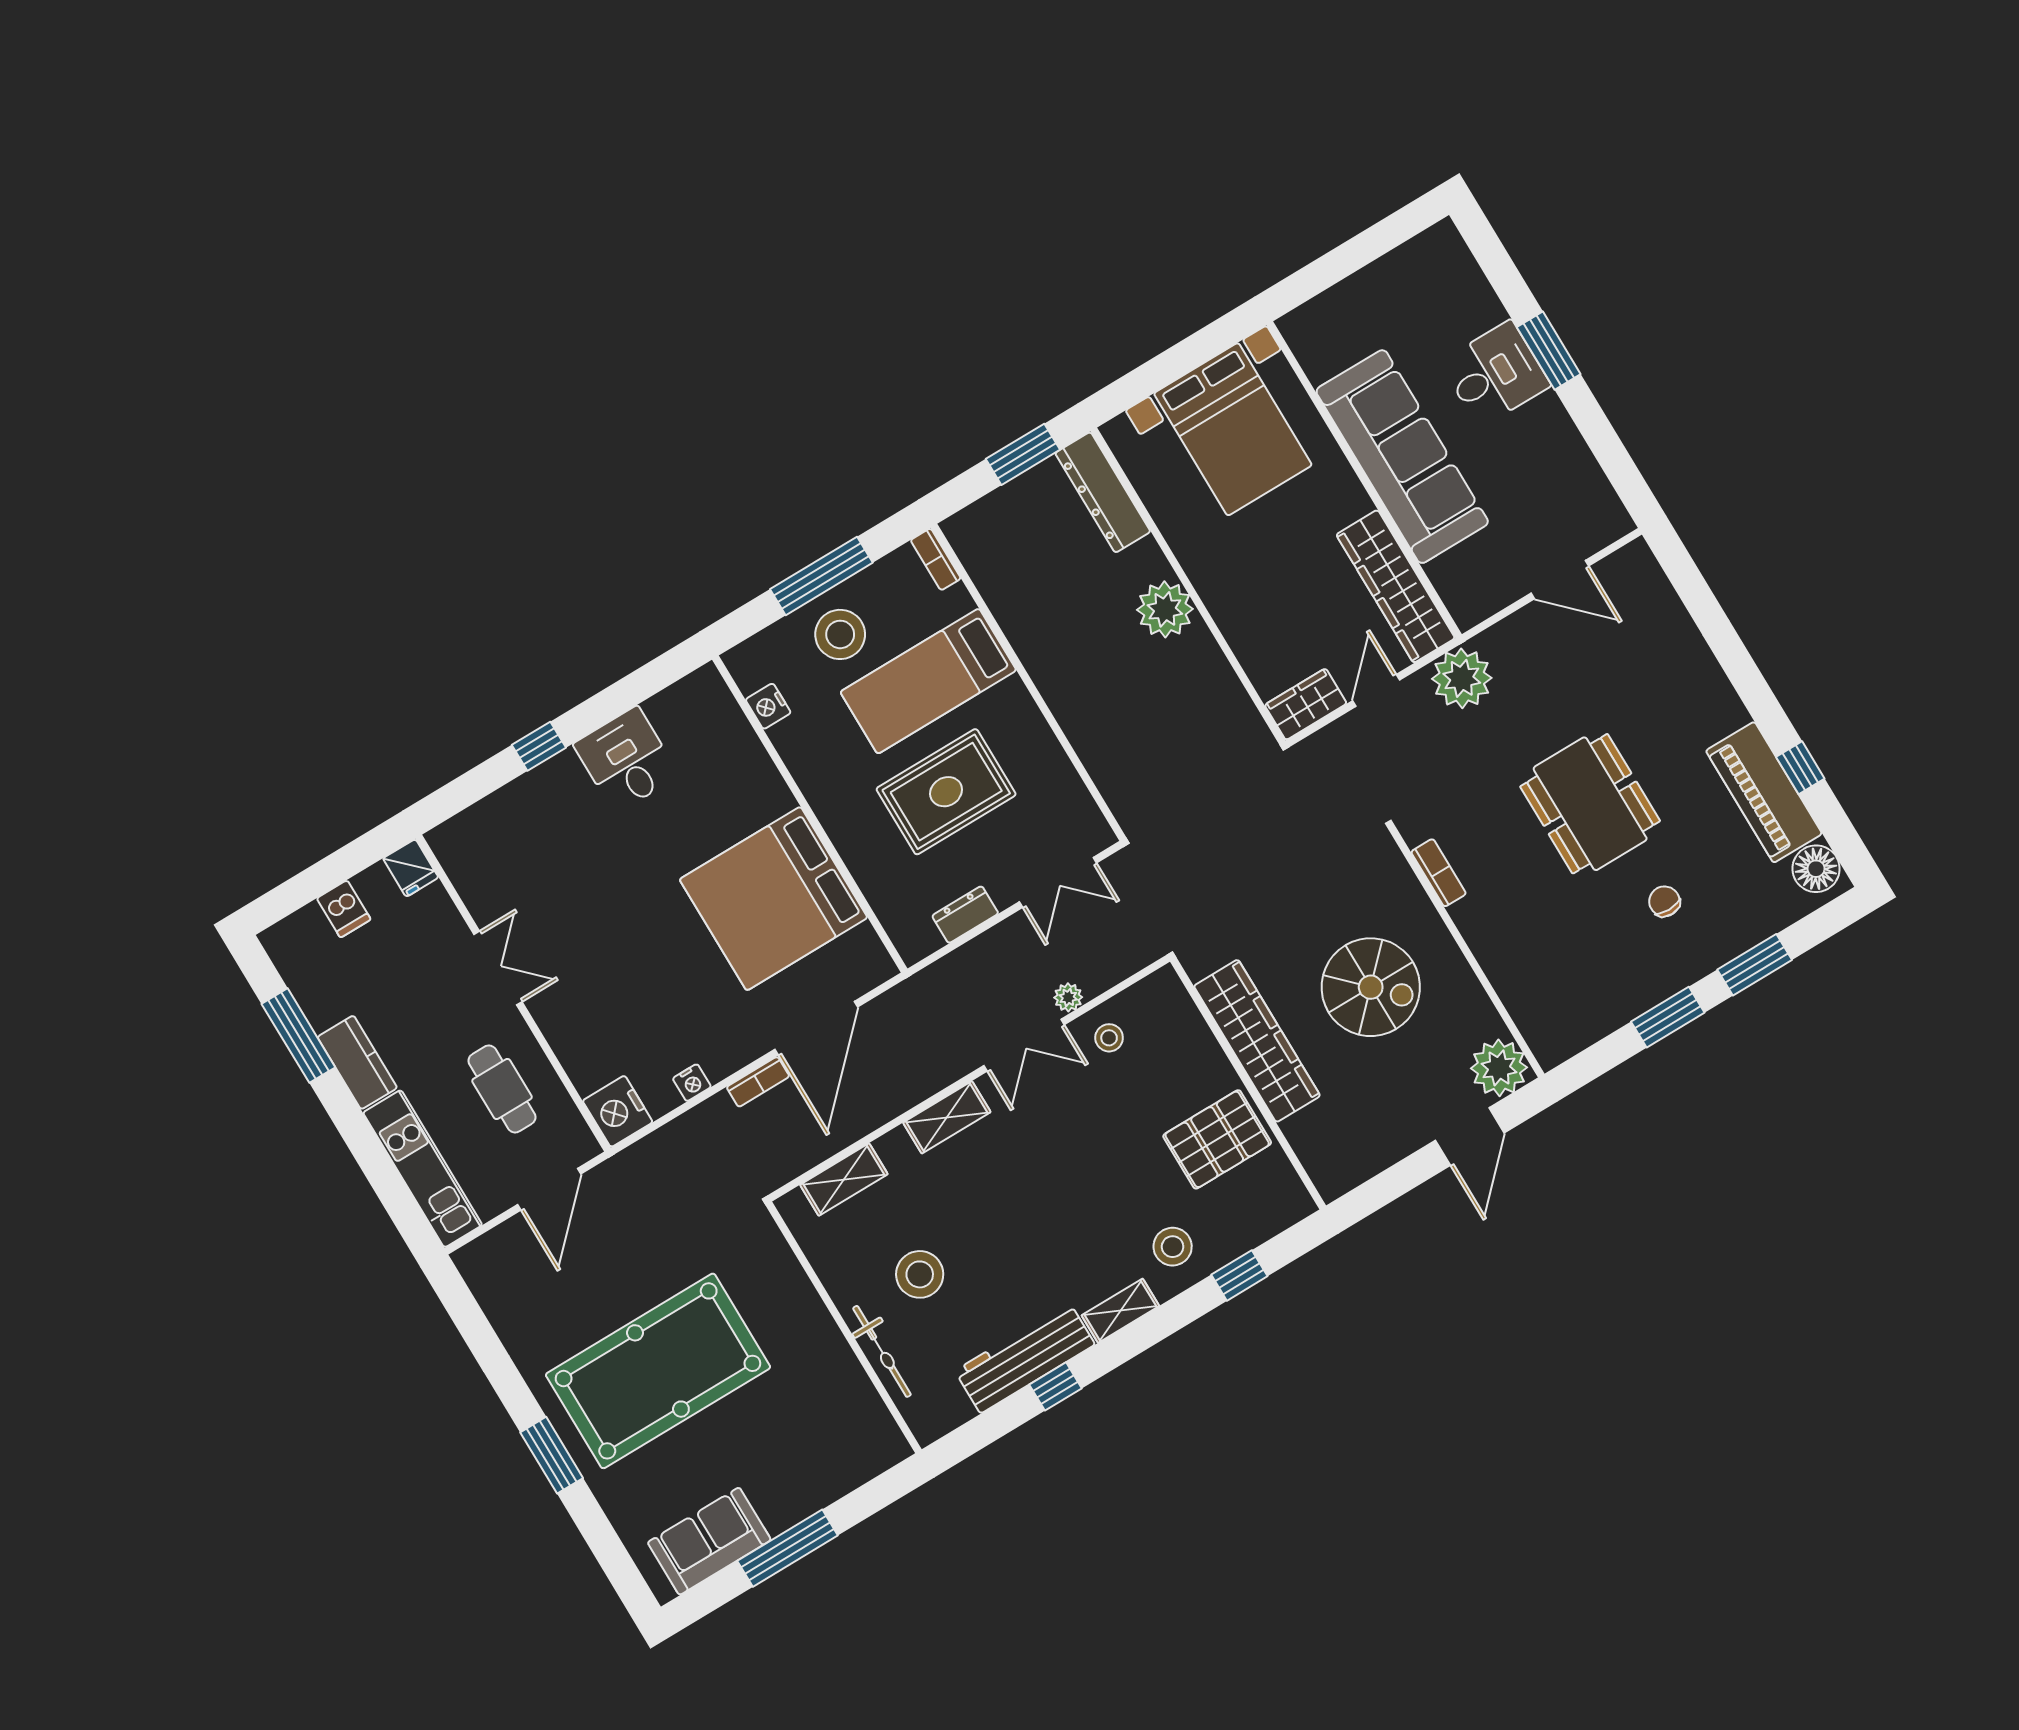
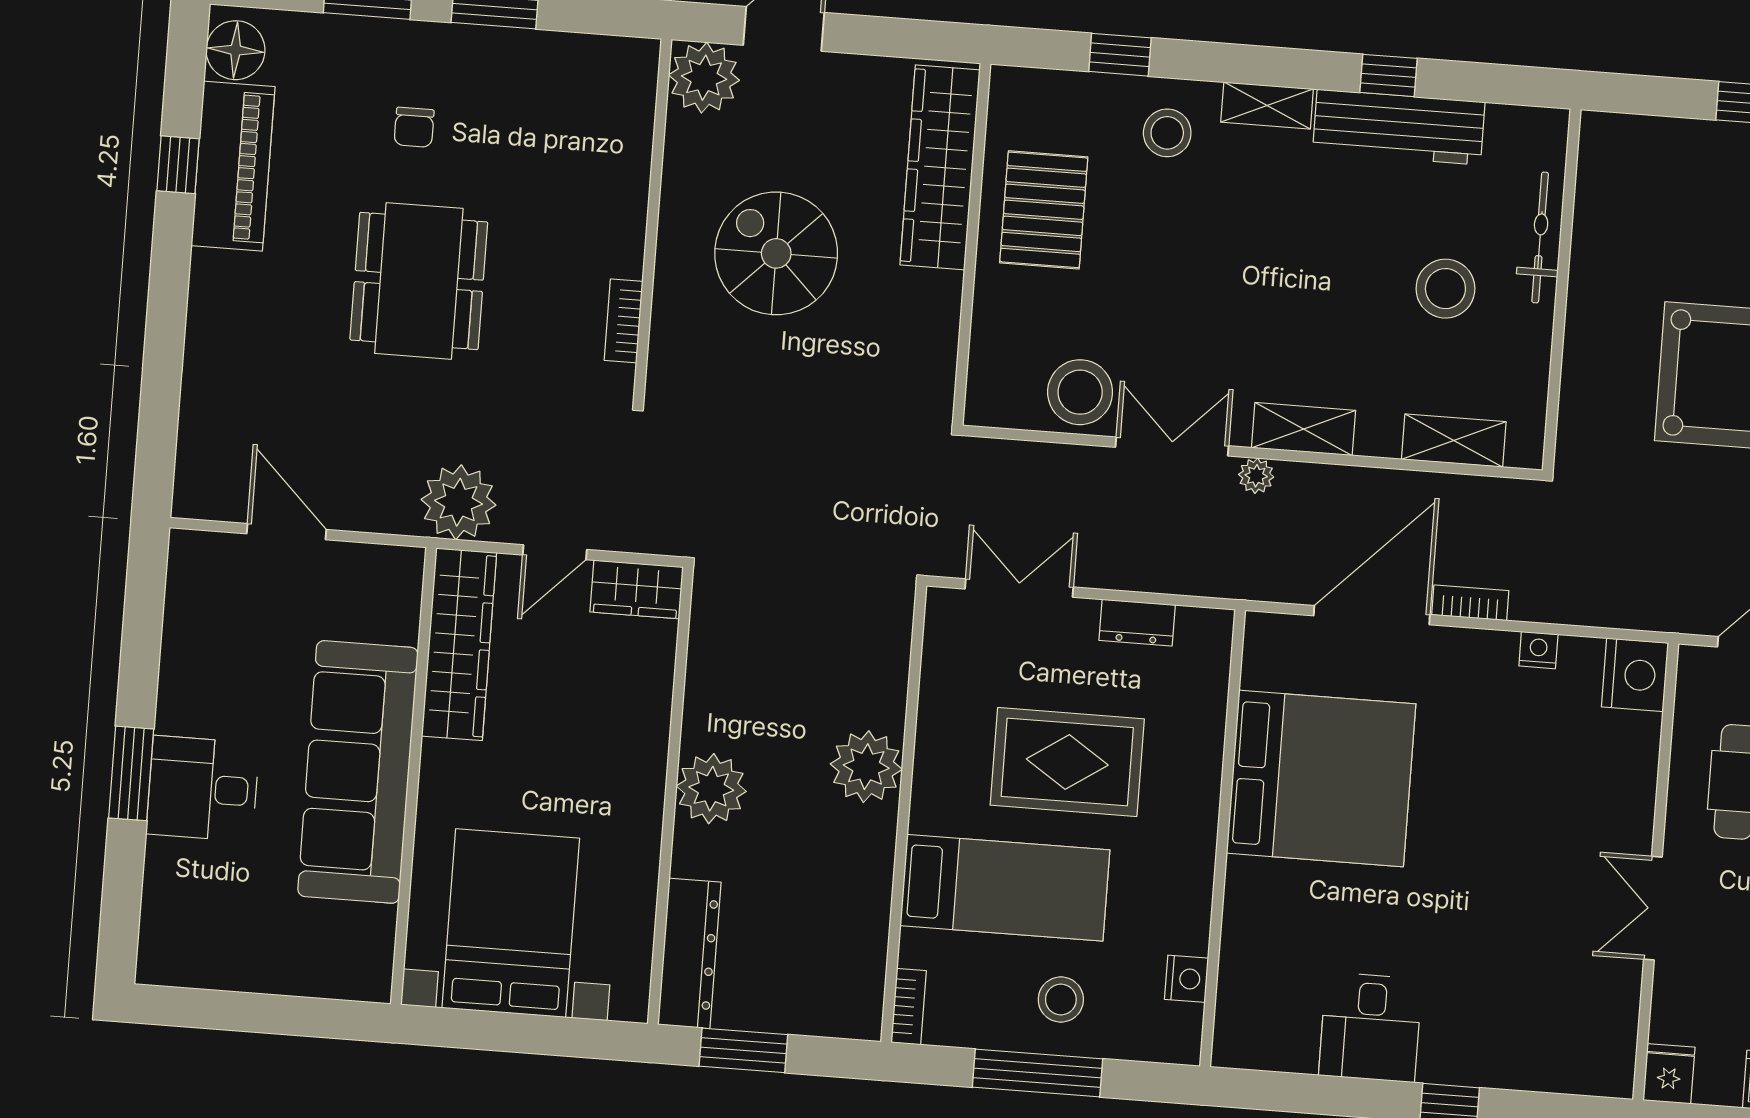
stool: (840, 634) -> (1061, 1000), width x0.73, depth x0.73
plant: (1074, 696) -> (866, 767), added
plant: (1068, 997) -> (1256, 476), moved
stool: (1109, 1038) -> (1080, 392), width x1.89, depth x1.89
wardrobe: (1257, 1041) -> (940, 167), moved
pallet: (1217, 1139) -> (1044, 210), turned 90

